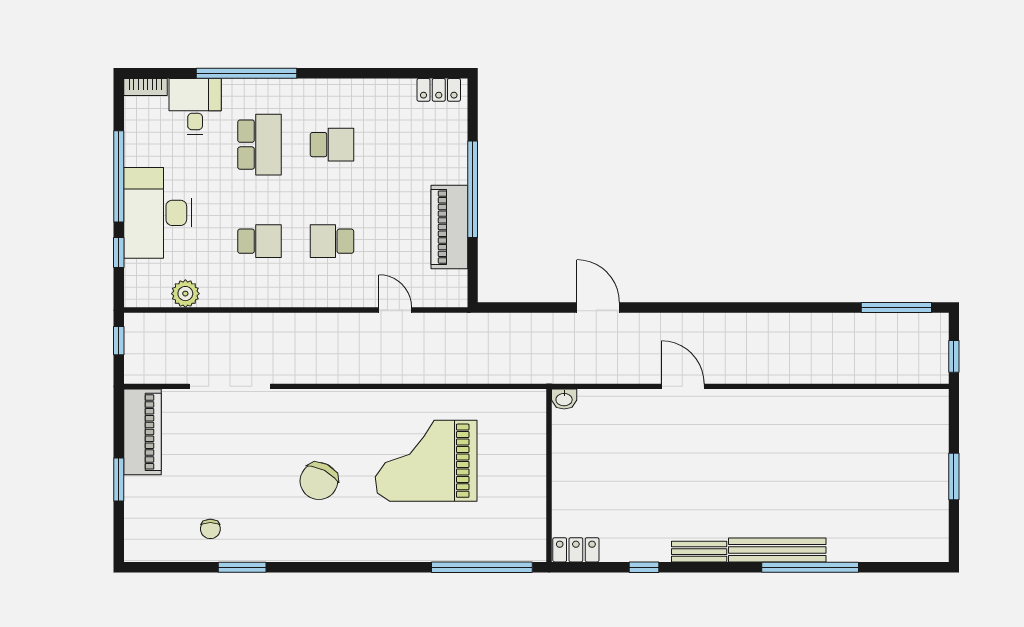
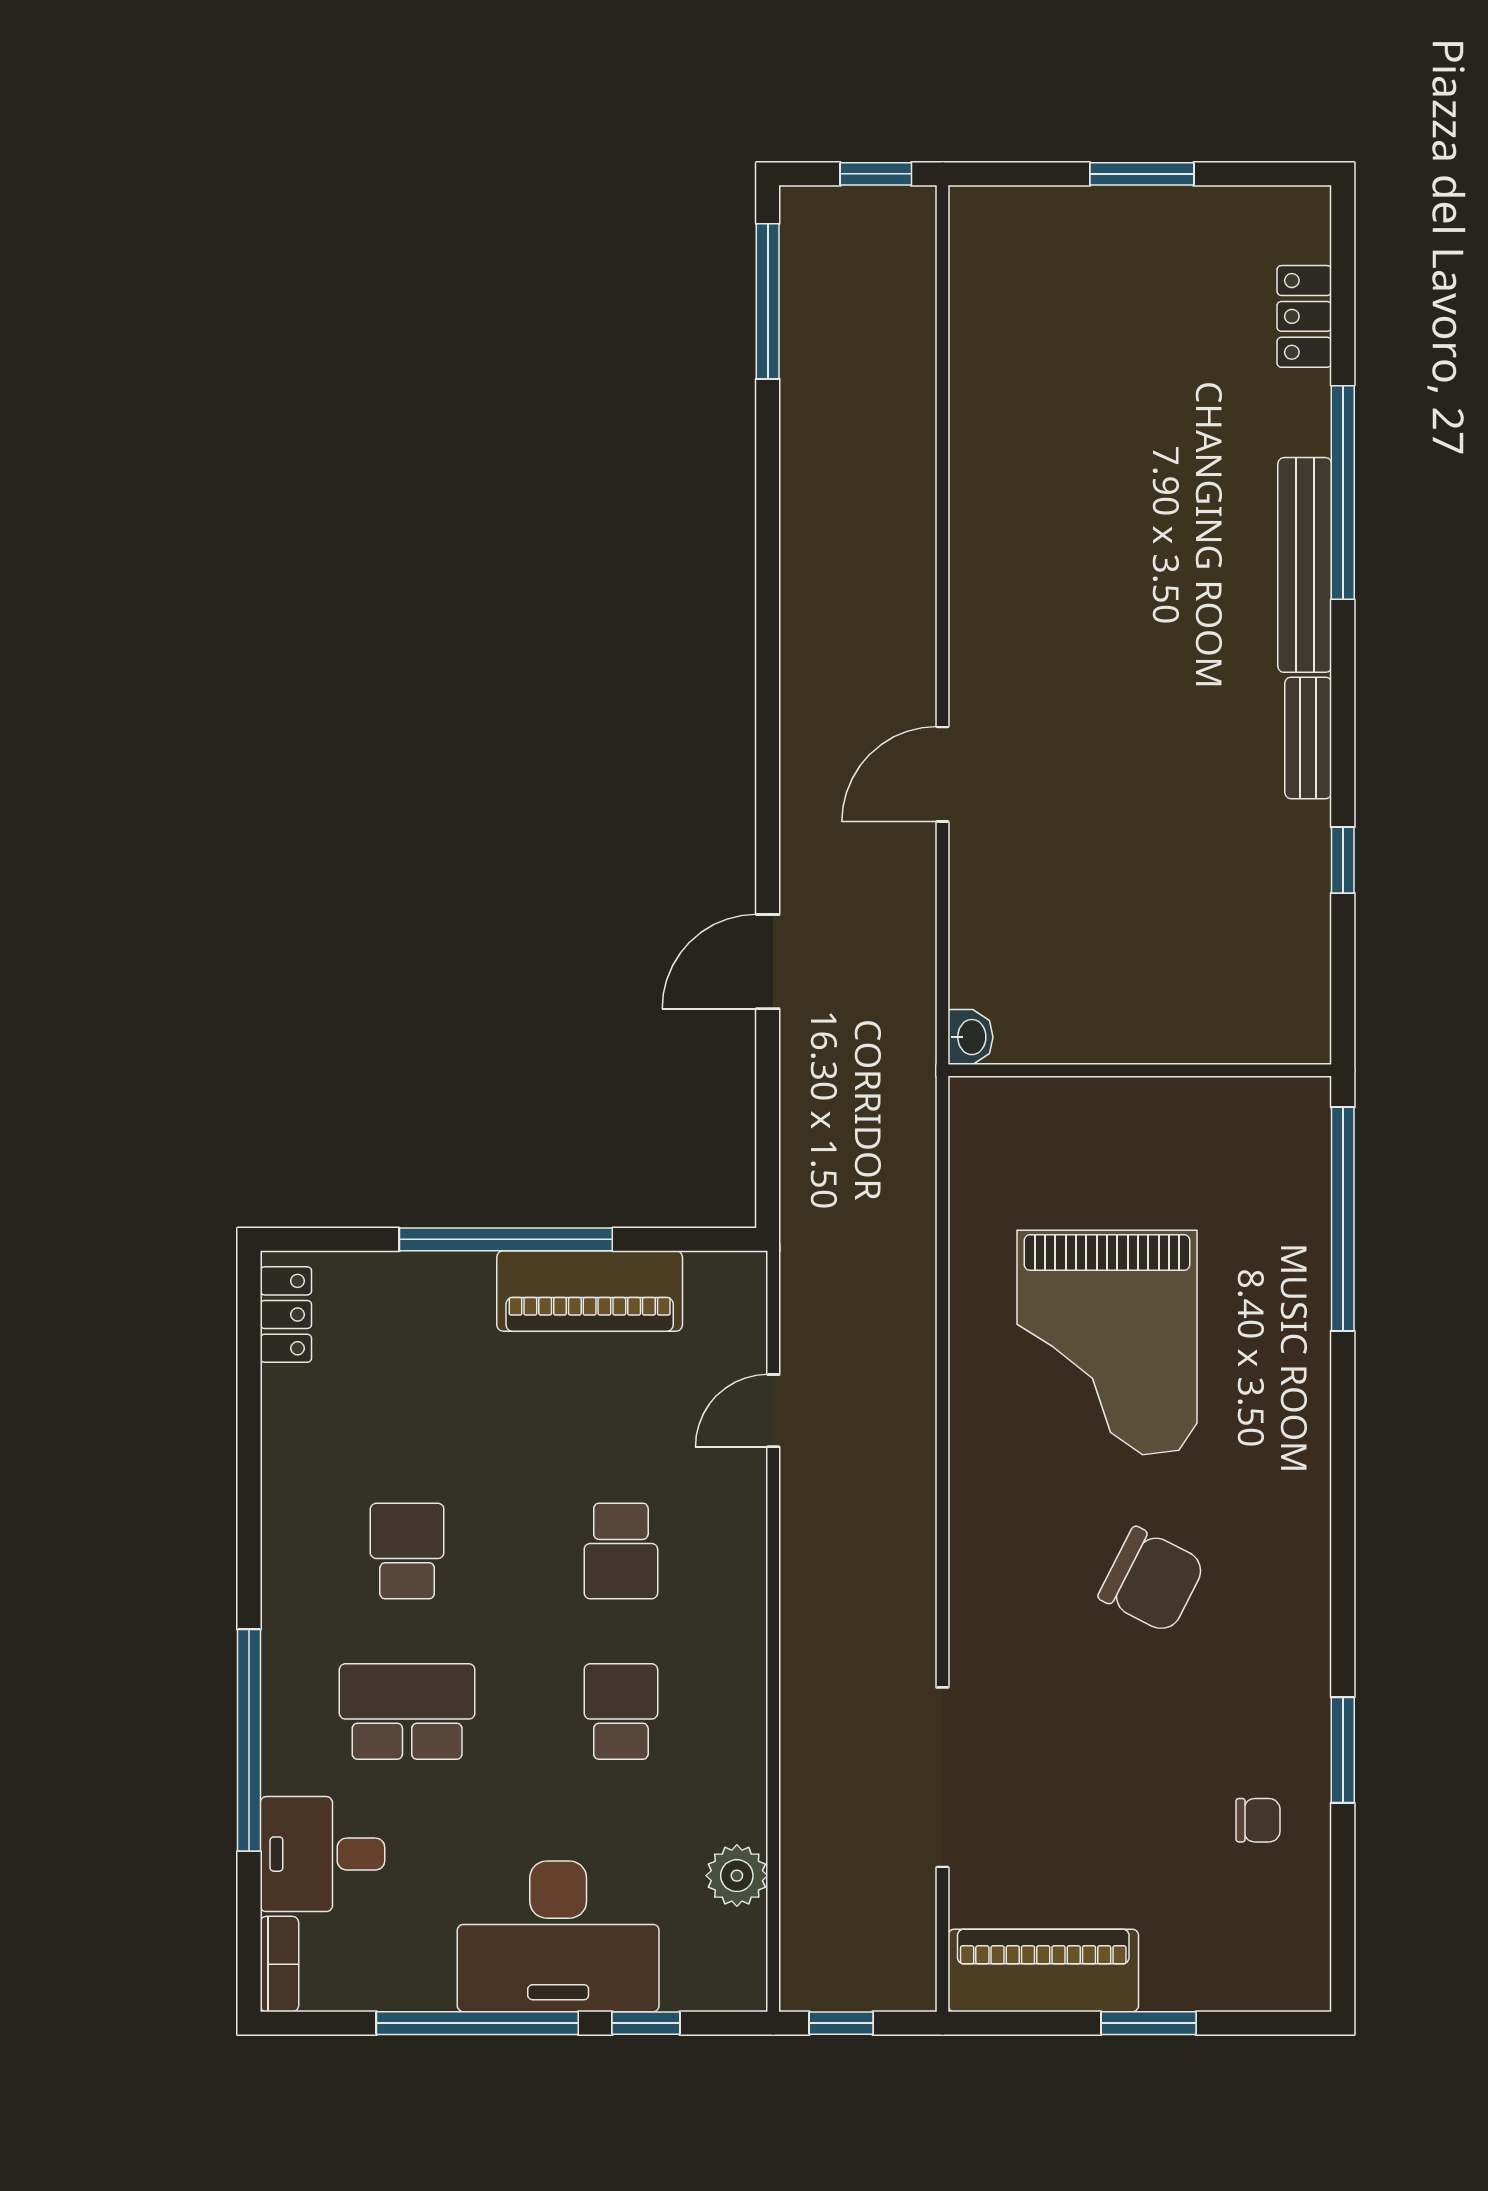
locker: (576, 550) -> (1304, 316), moved

